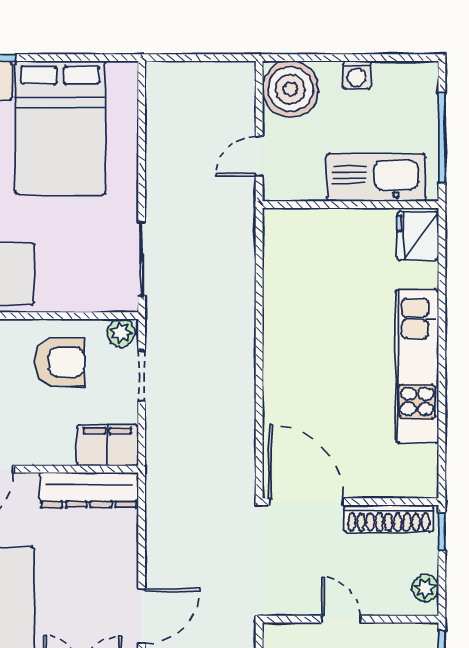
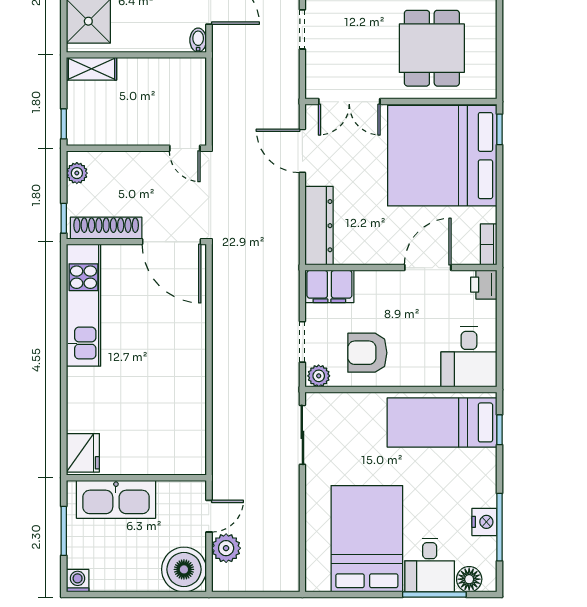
washing machine: (357, 75) -> (78, 581), moved
plant: (238, 116) -> (226, 548), added
window: (442, 138) -> (64, 531), width x0.69
kitchen unit: (417, 366) -> (83, 305), moved
dresser: (89, 490) -> (319, 226), moved, turned 90
door: (142, 616) -> (302, 151), hinge flipped
door: (341, 619) -> (185, 148), moved

